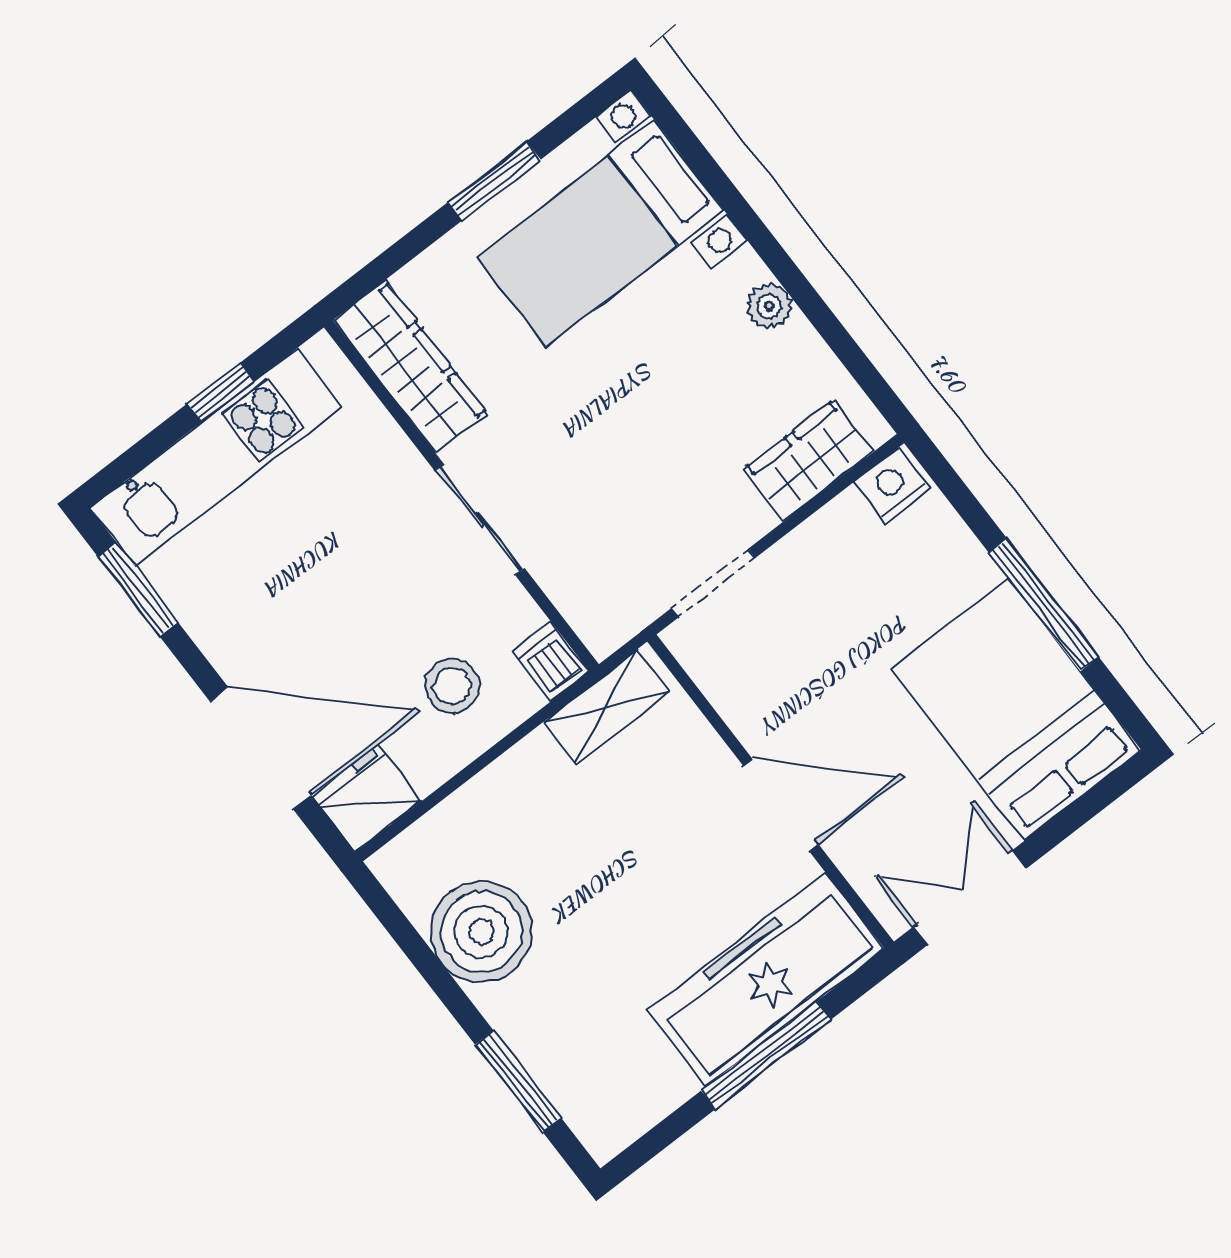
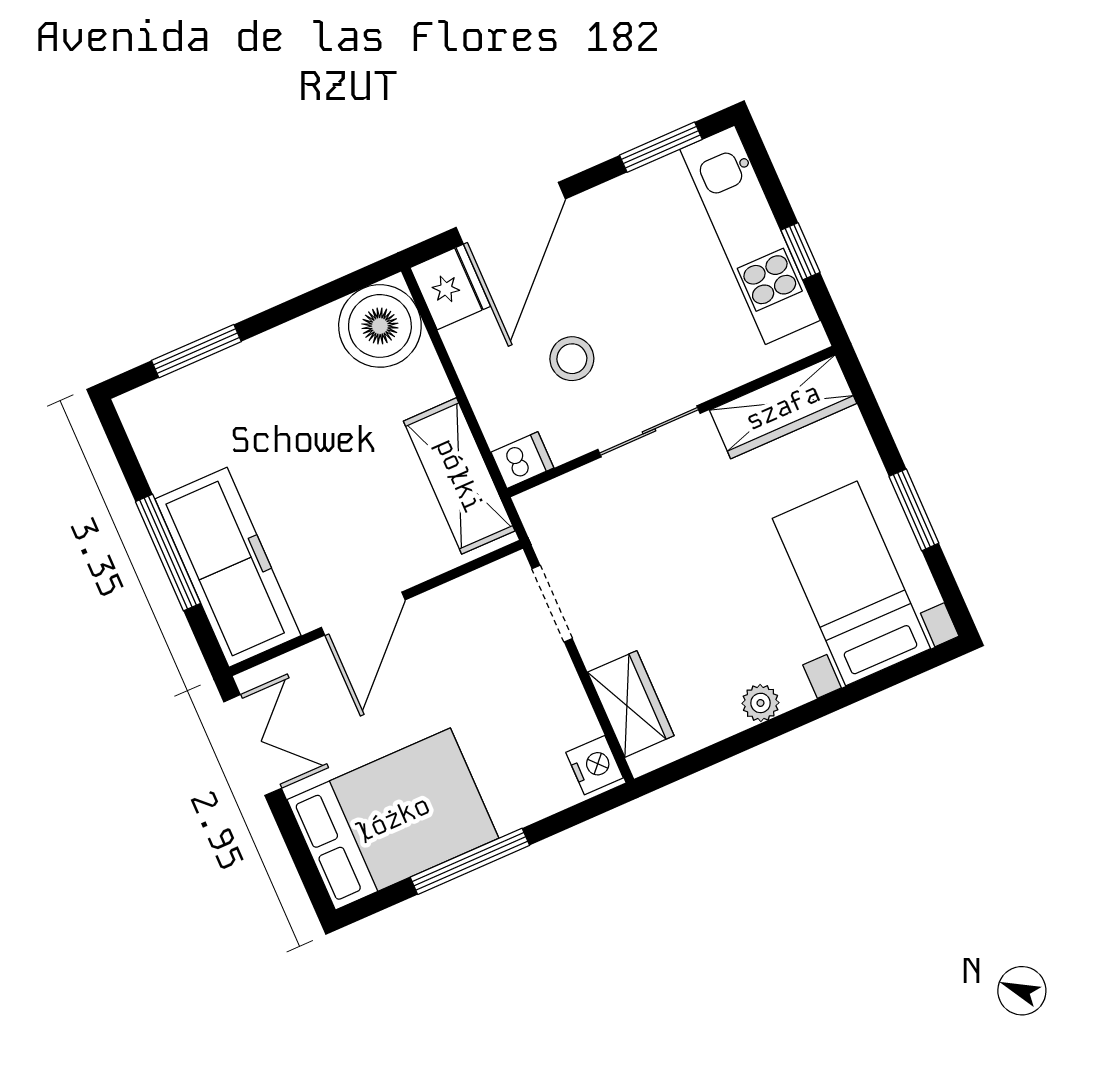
stool: (452, 686) -> (572, 359), moved
shelving: (607, 707) -> (459, 476), width x1.50, depth x1.33
boiler: (481, 932) -> (380, 326), moved

